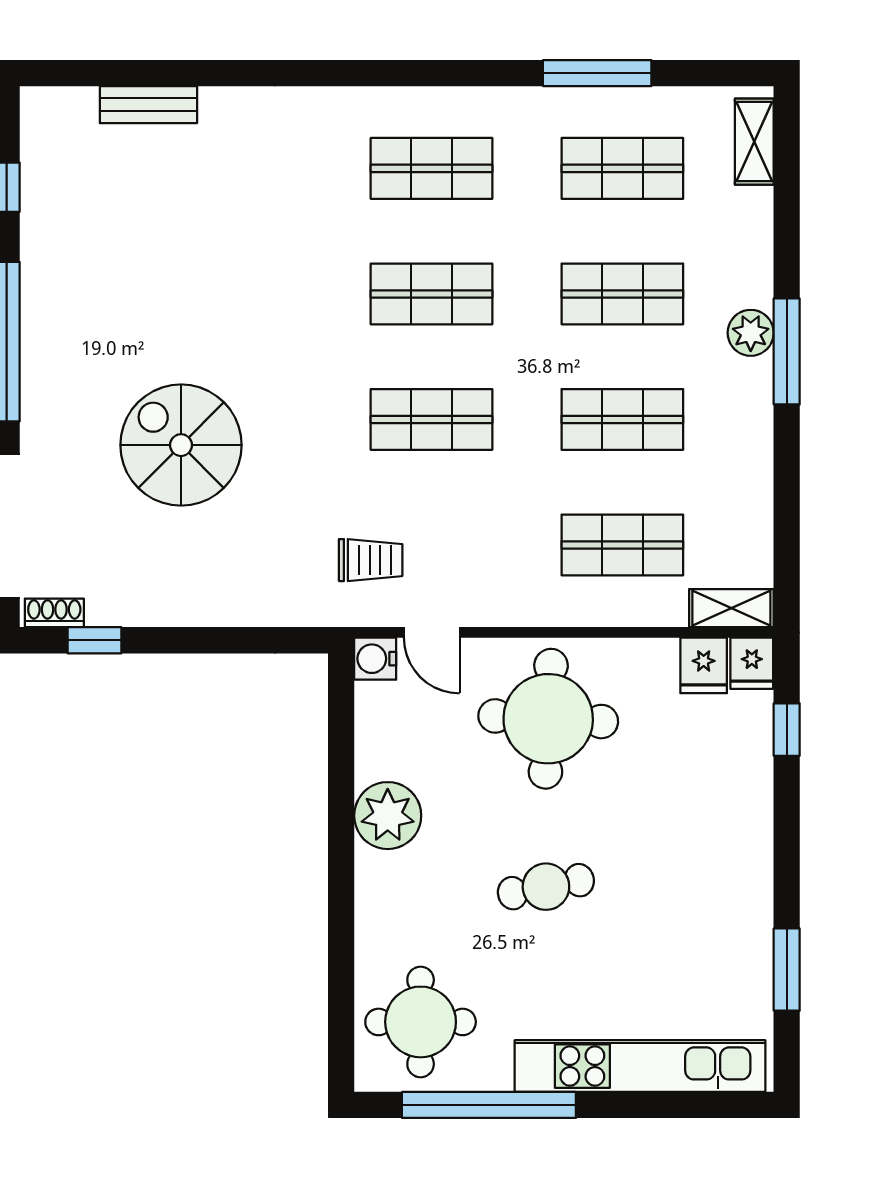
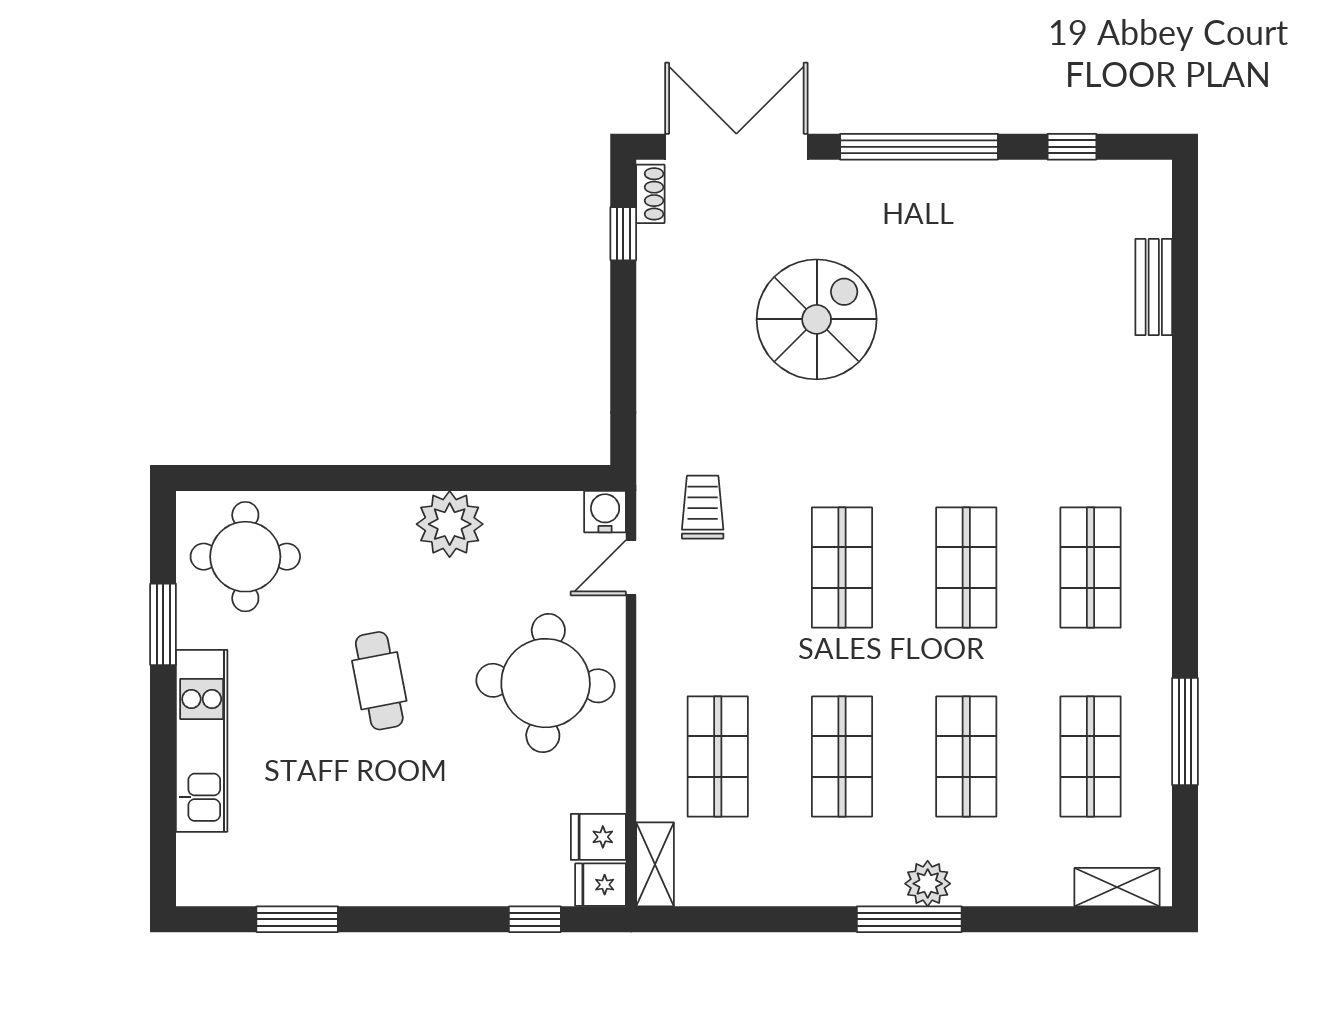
trolley: (371, 560) -> (703, 507), turned 180
kitchen unit: (640, 1066) -> (202, 741), width x0.73
window: (489, 1105) -> (163, 624), width x0.47

